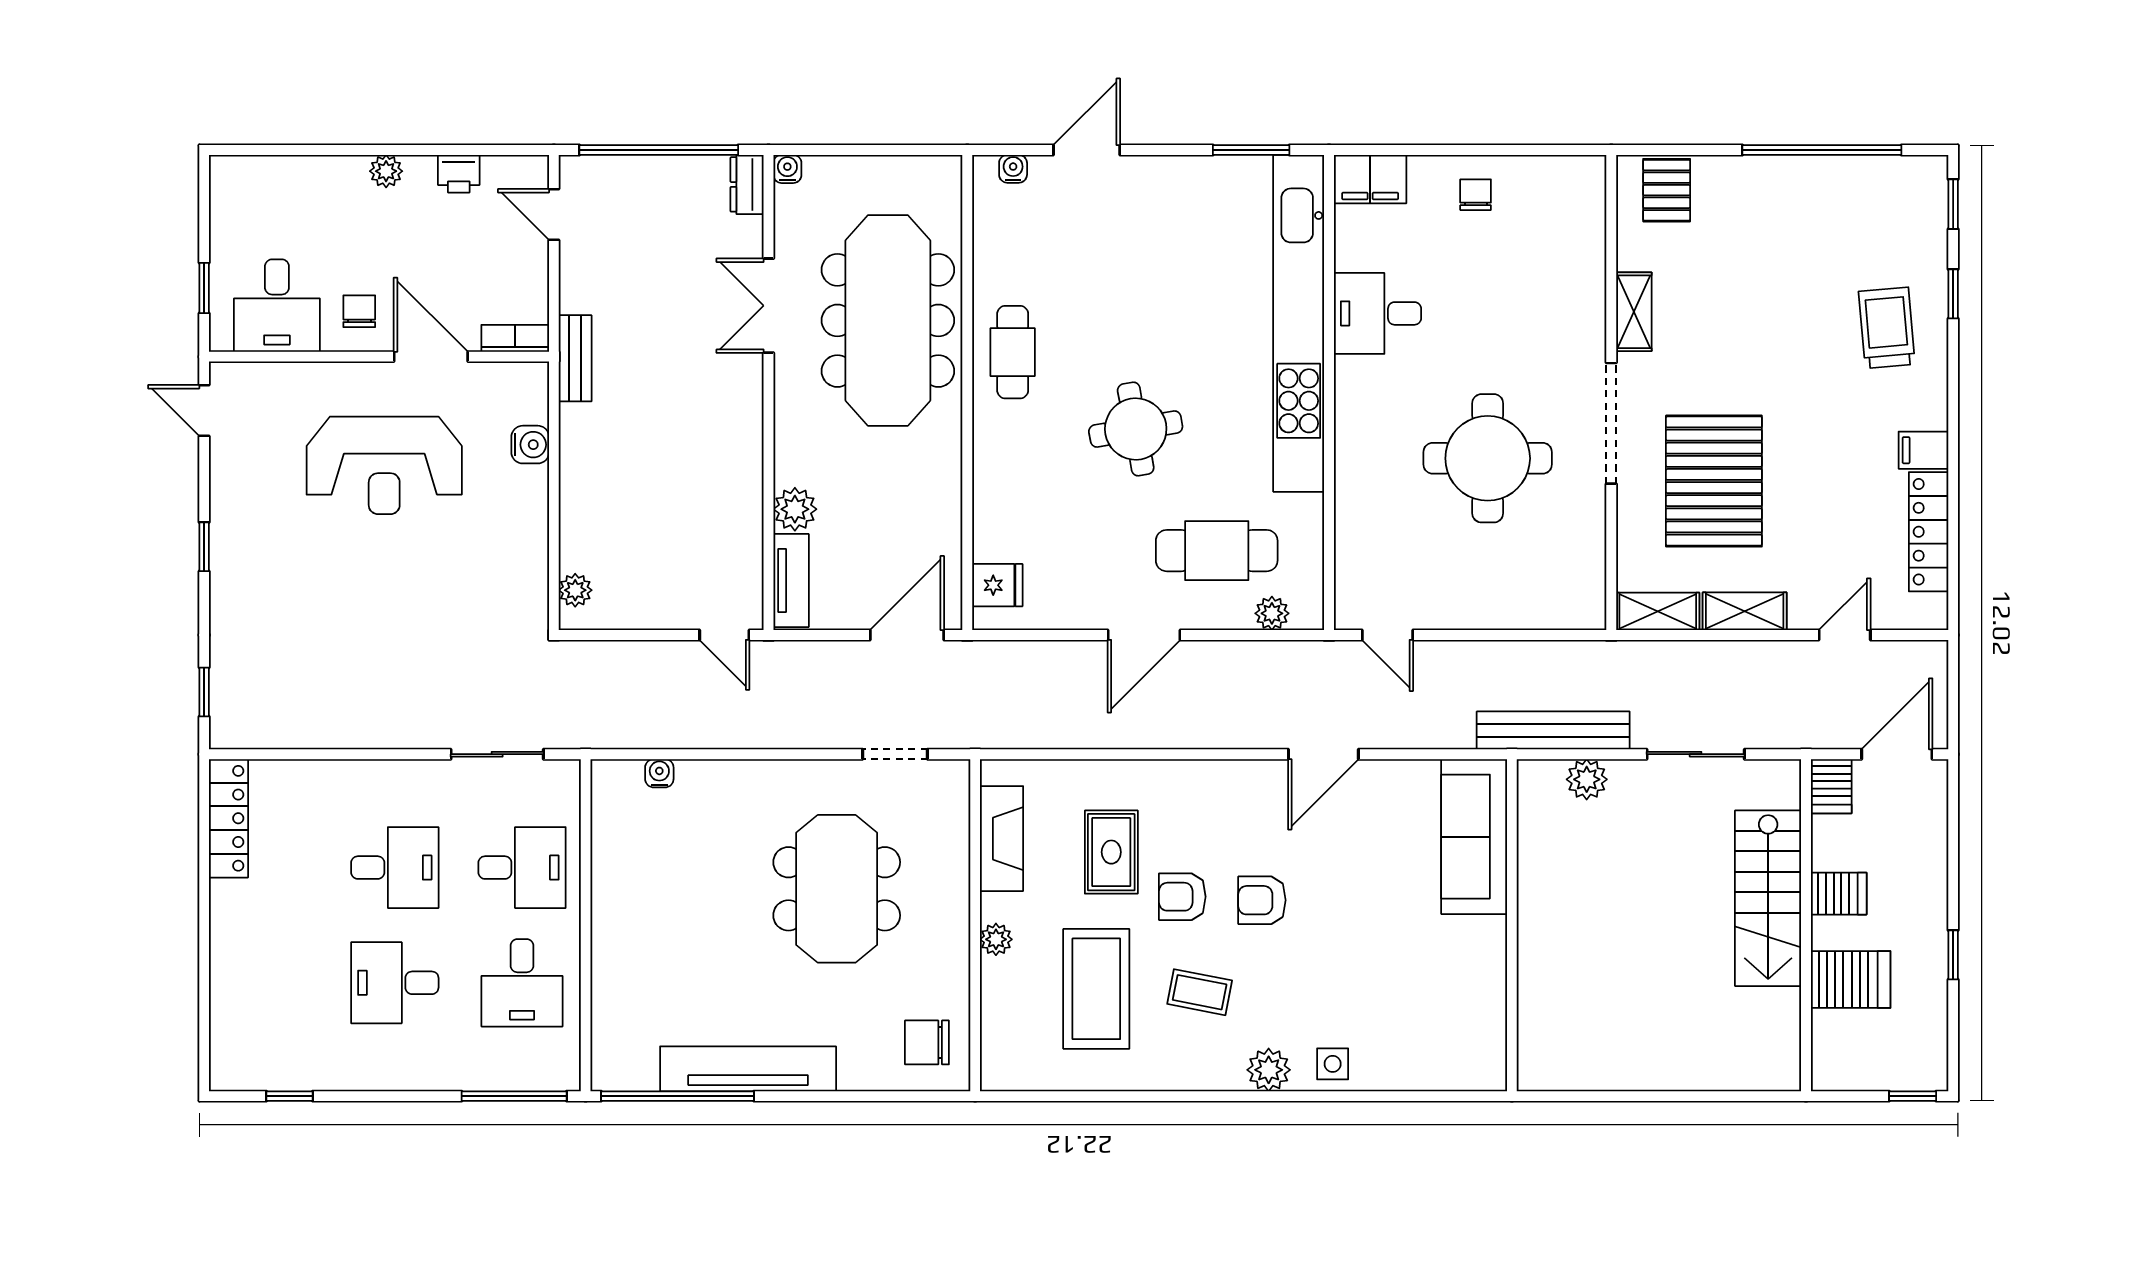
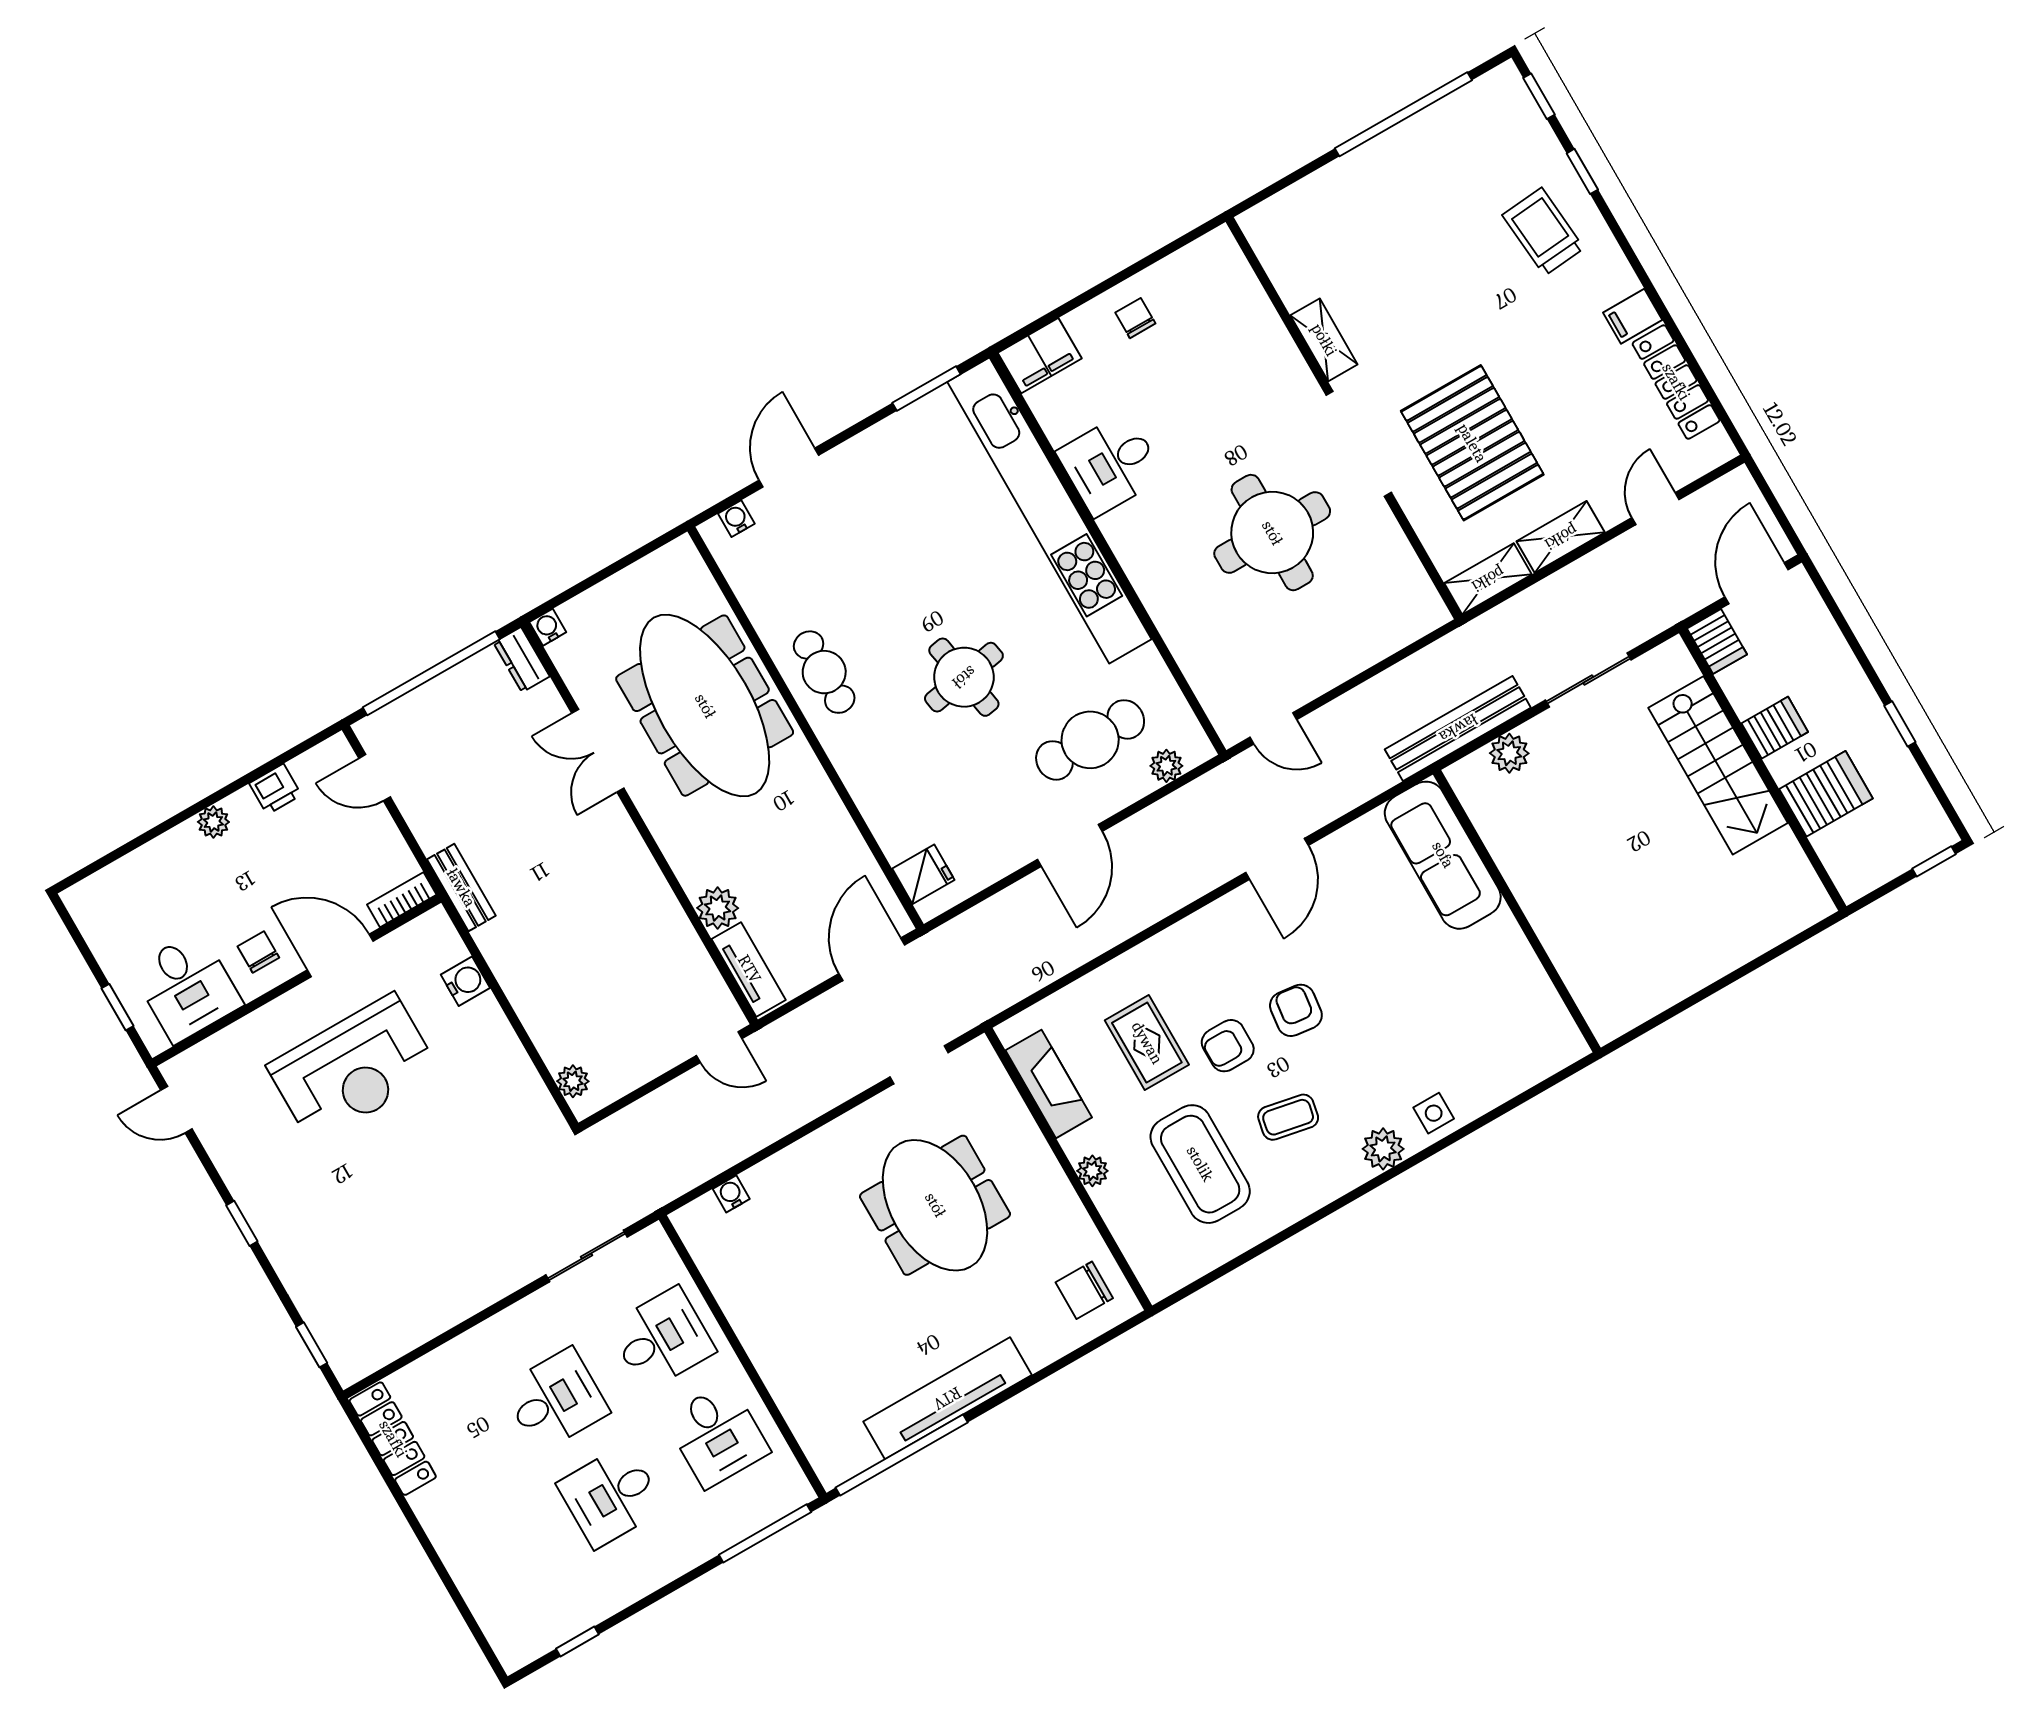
pallet: (1667, 190) -> (1293, 222), removed
armchair: (1262, 900) -> (1296, 1010), turned 97

